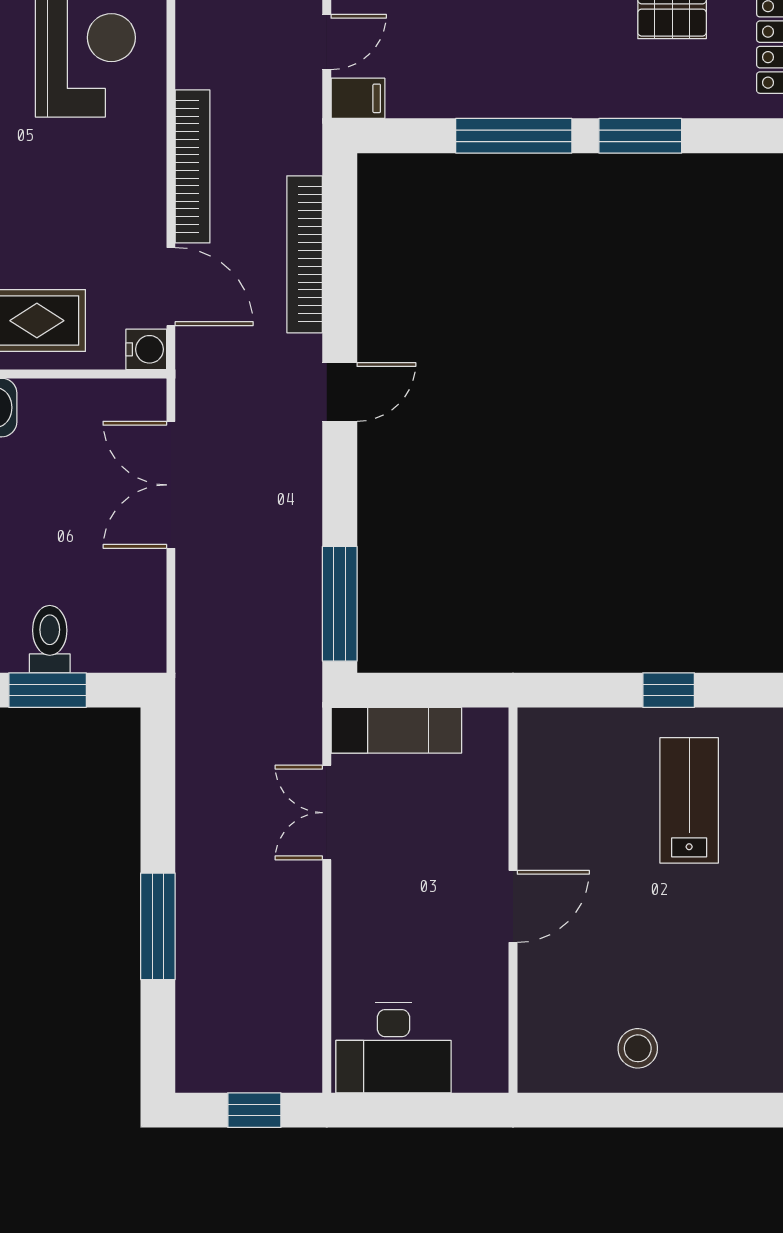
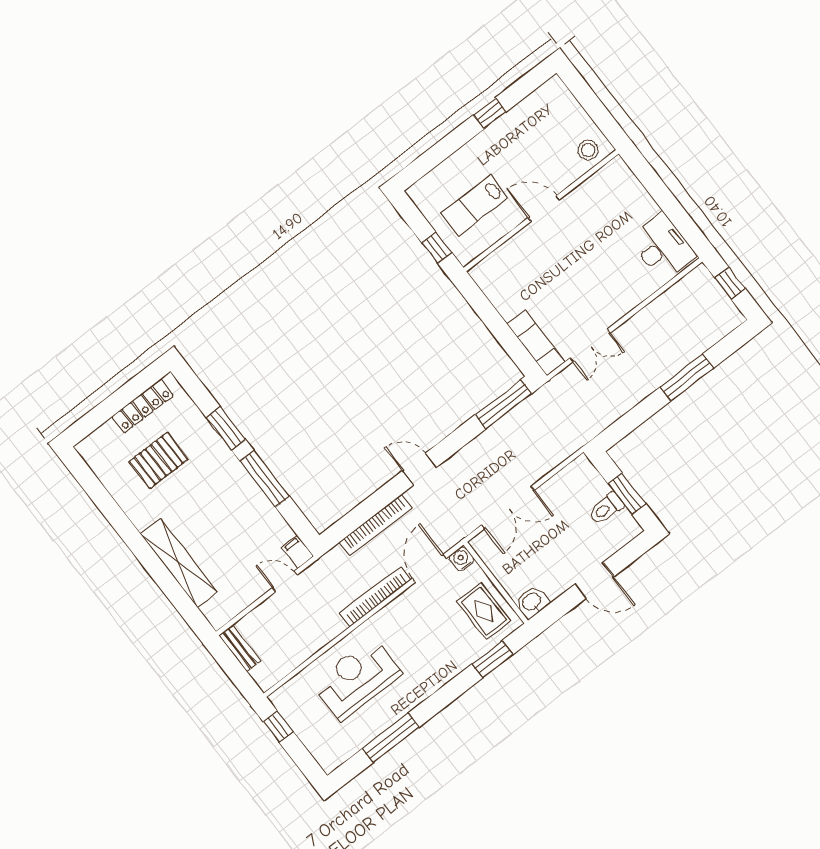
wall: (513, 900) -> (541, 211), moved
door: (513, 906) -> (544, 209), moved

